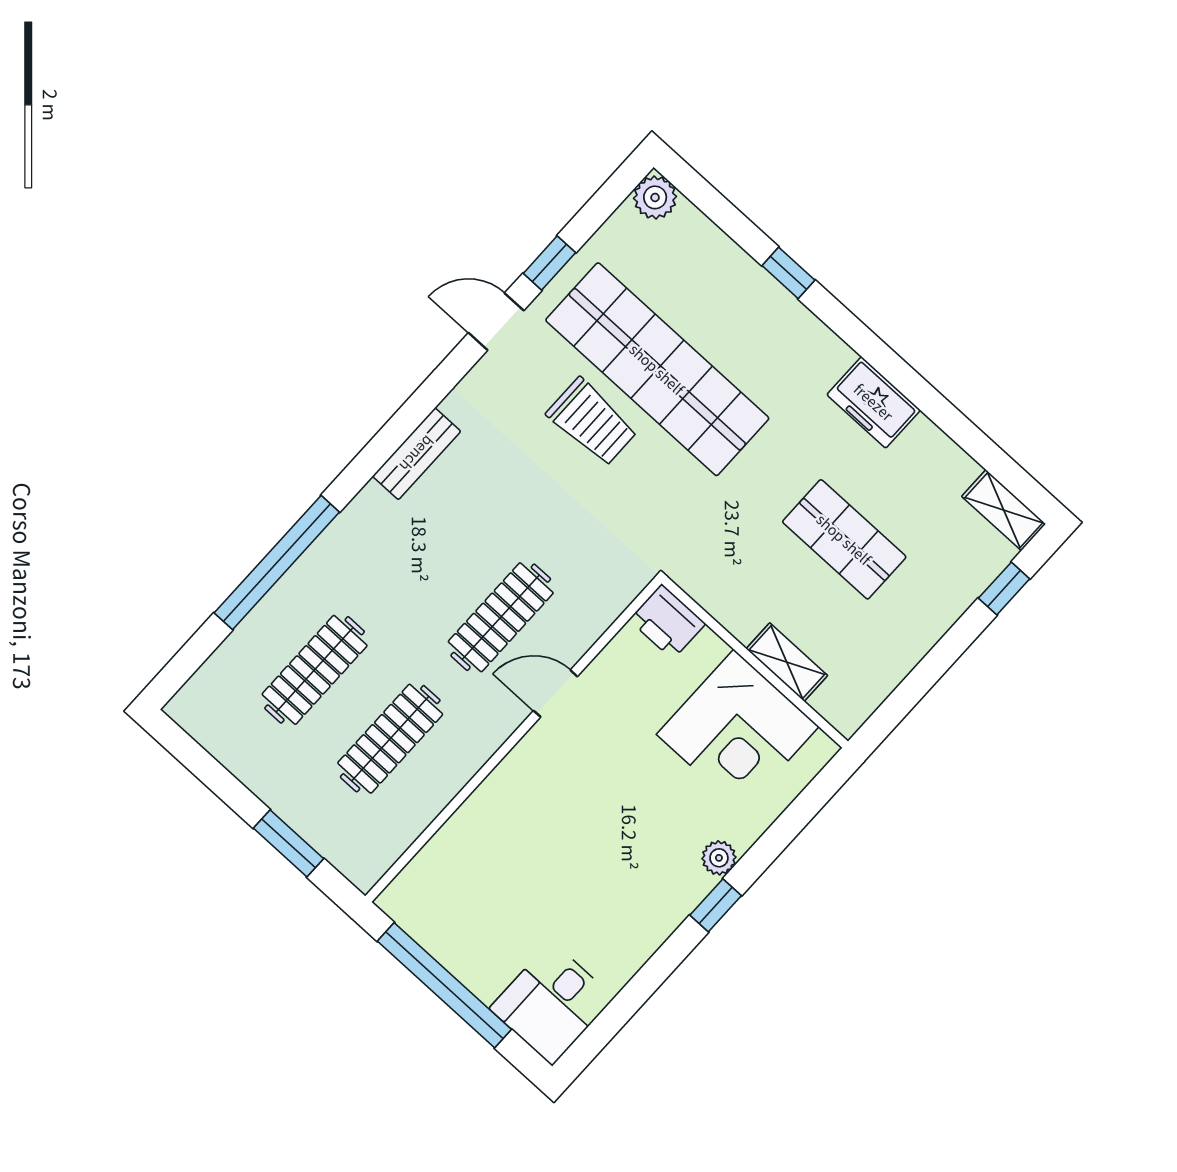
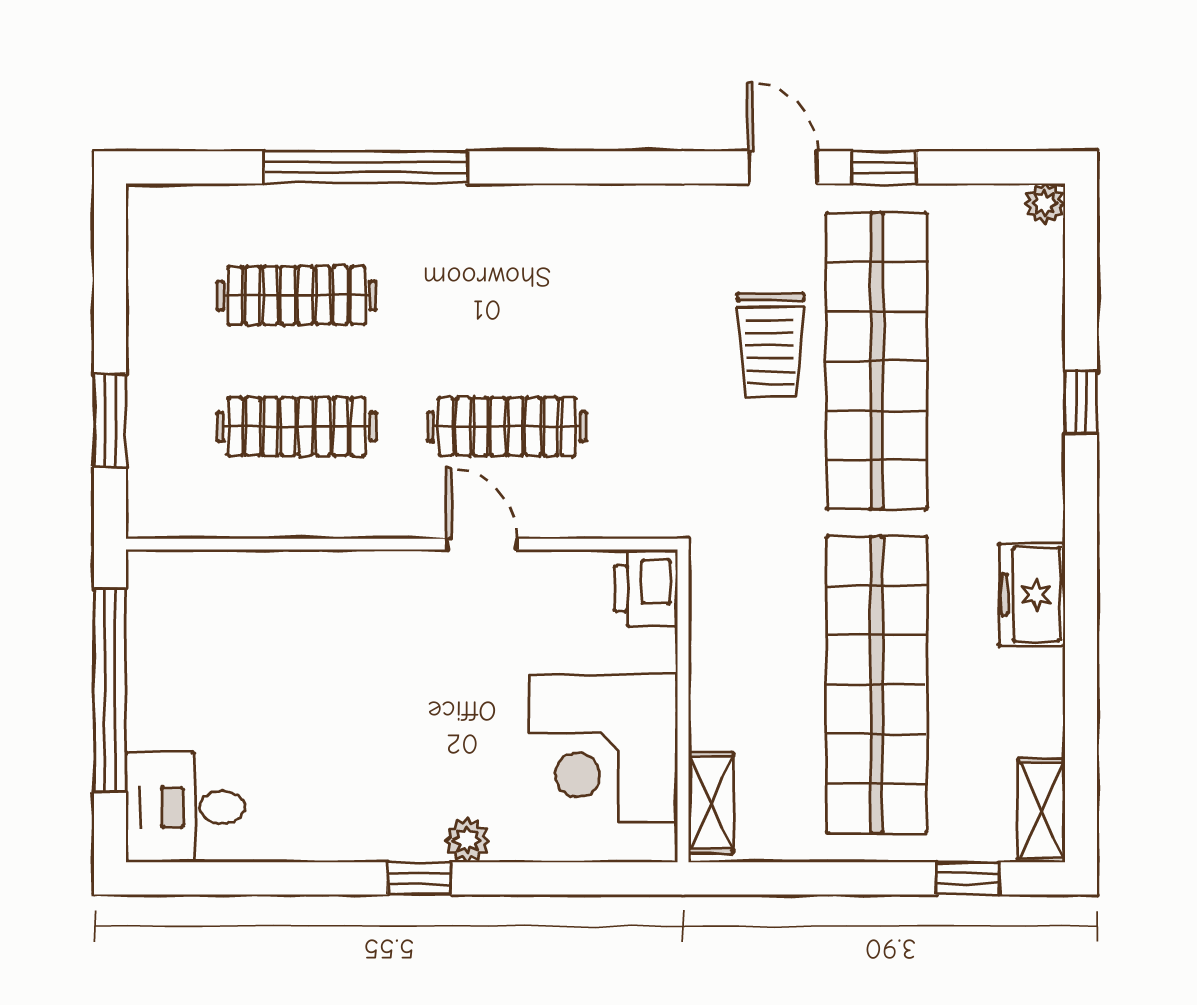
plant: (655, 197) -> (1045, 203), width x0.73, depth x0.73
bench: (417, 454) -> (589, 206), removed
shop shelf: (844, 539) -> (877, 685), width x2.00, depth x1.36
shelving: (787, 662) -> (711, 803), moved

